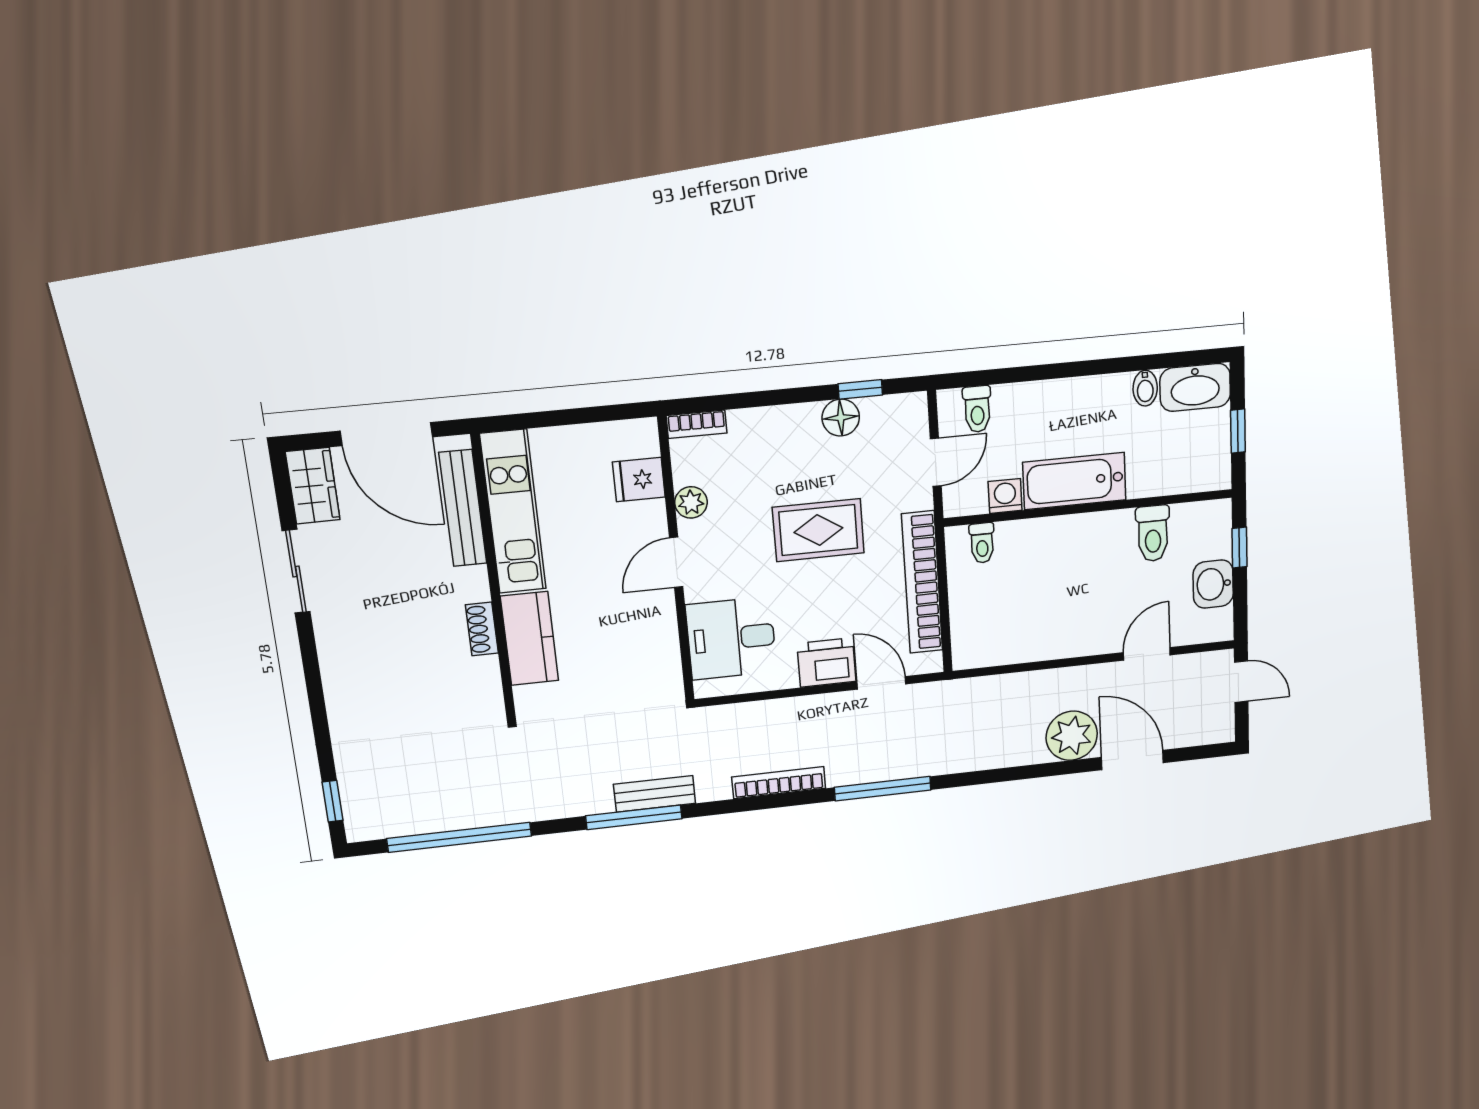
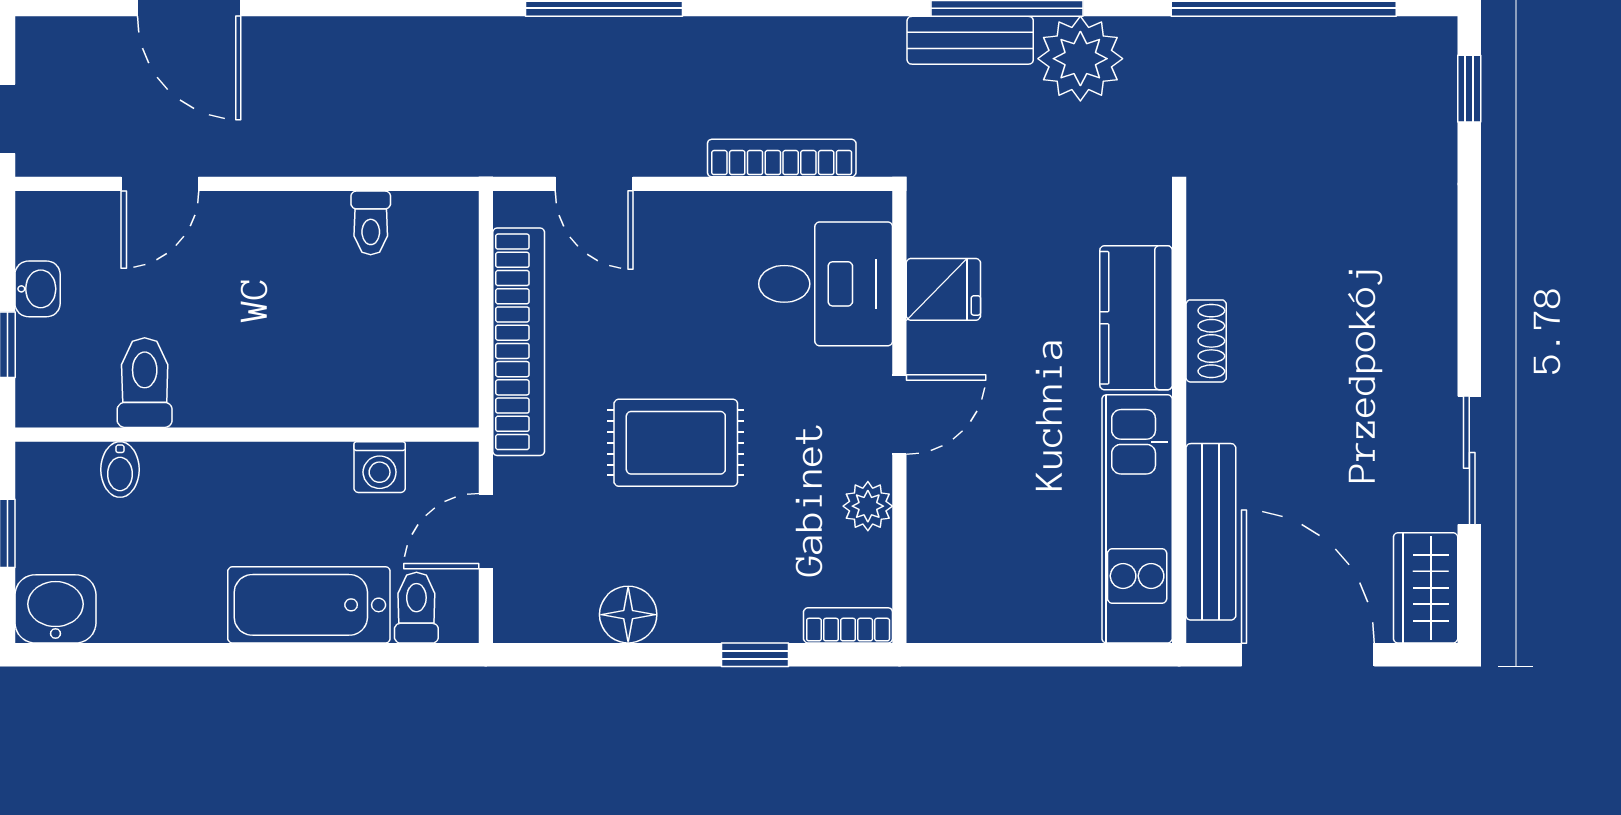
washbasin: (1195, 387) -> (55, 609), width x0.72
bidet: (1145, 388) -> (120, 470), moved, turned 180
window: (860, 389) -> (755, 655), moved
fridge: (639, 480) -> (943, 289), moved
bathtub: (1074, 481) -> (309, 605), moved, turned 180
toilet: (982, 543) -> (371, 223), moved, turned 180
washbasin: (1213, 584) -> (38, 289), width x0.72, depth x0.69
printer: (826, 662) -> (679, 228), removed
plant: (1072, 736) -> (1080, 59), moved
bookcase: (779, 783) -> (782, 158), moved, turned 180

